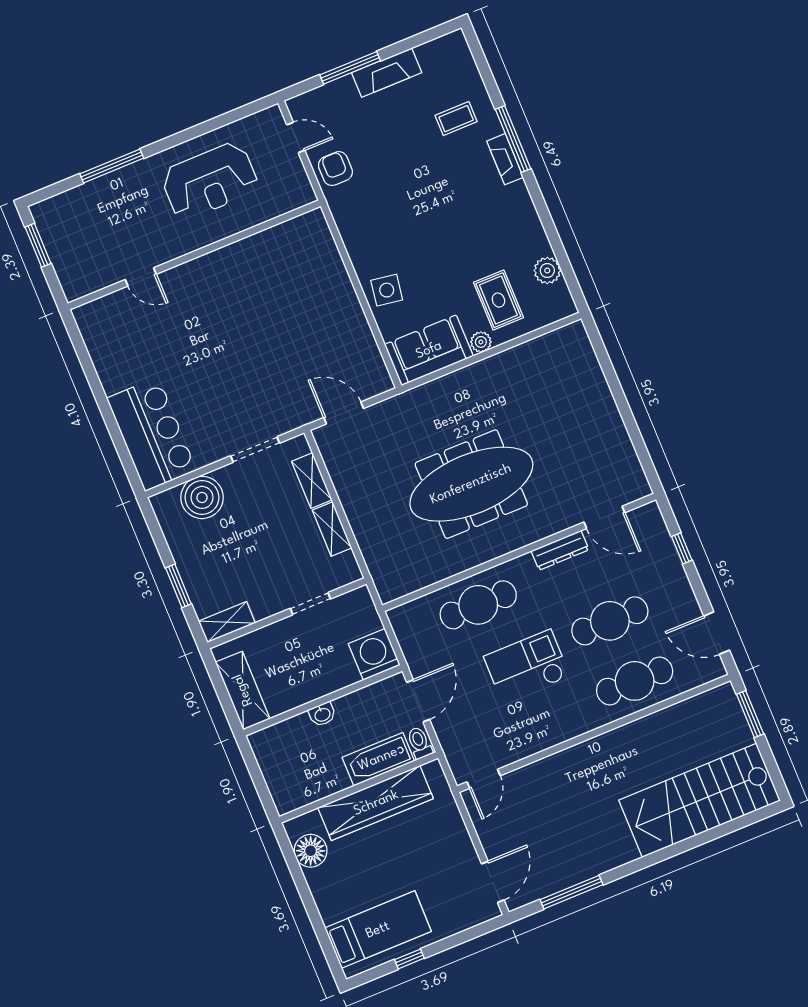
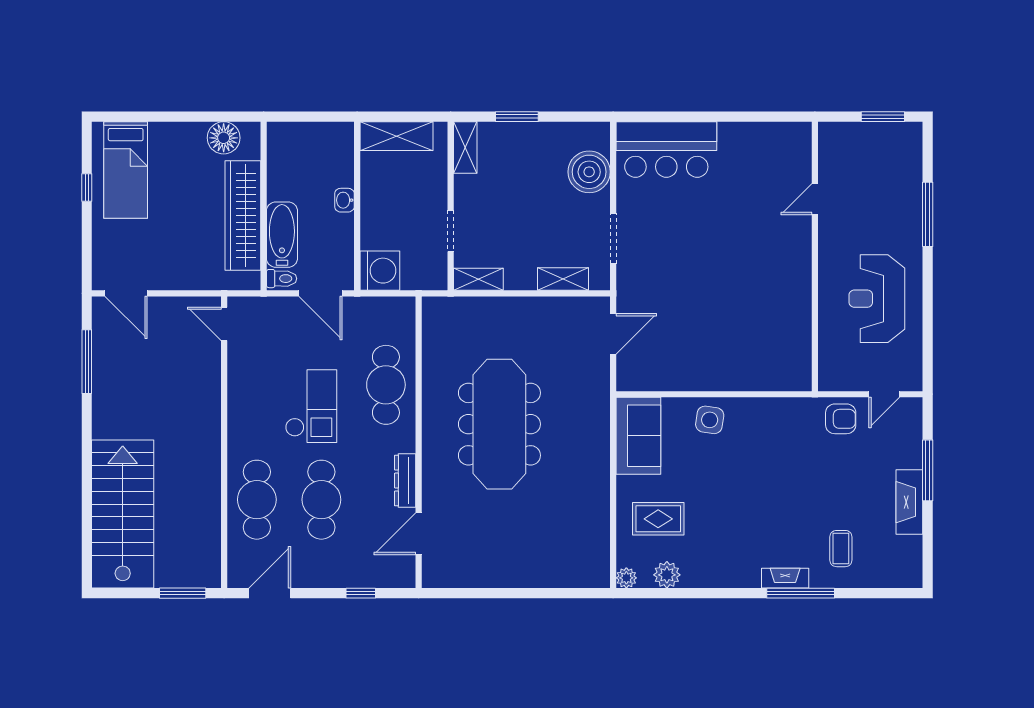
plant: (481, 342) -> (626, 578), moved
shelving: (332, 529) -> (478, 279), moved

